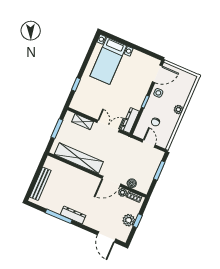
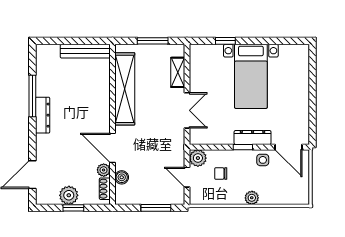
bed with nightstands: (108, 61) -> (251, 76), moved, turned -90
dresser: (130, 120) -> (253, 138), moved
plant: (140, 132) -> (198, 158), added
door: (149, 144) -> (187, 177), swing flipped
bench: (40, 184) -> (85, 51), moved

